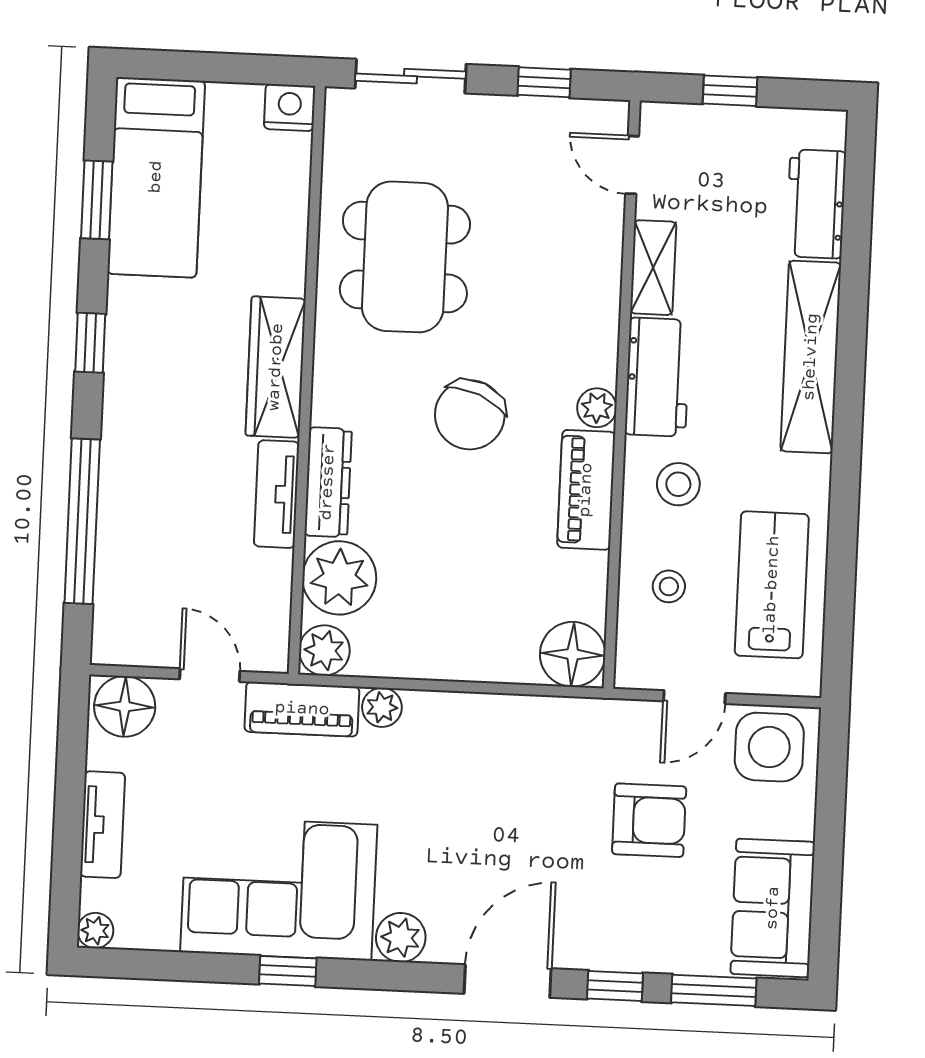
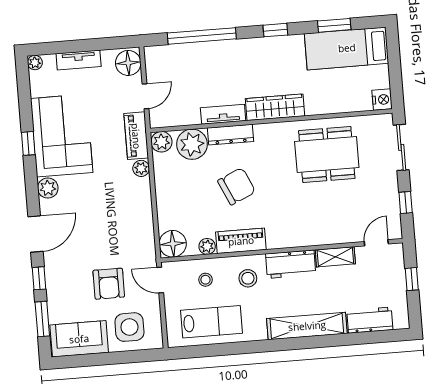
plant: (597, 408) -> (207, 246), moved
chair: (470, 415) -> (237, 186), moved, turned 133
door: (694, 697) -> (160, 280), moved
side table: (769, 747) -> (129, 327), moved
door: (508, 981) -> (36, 234), hinge flipped

